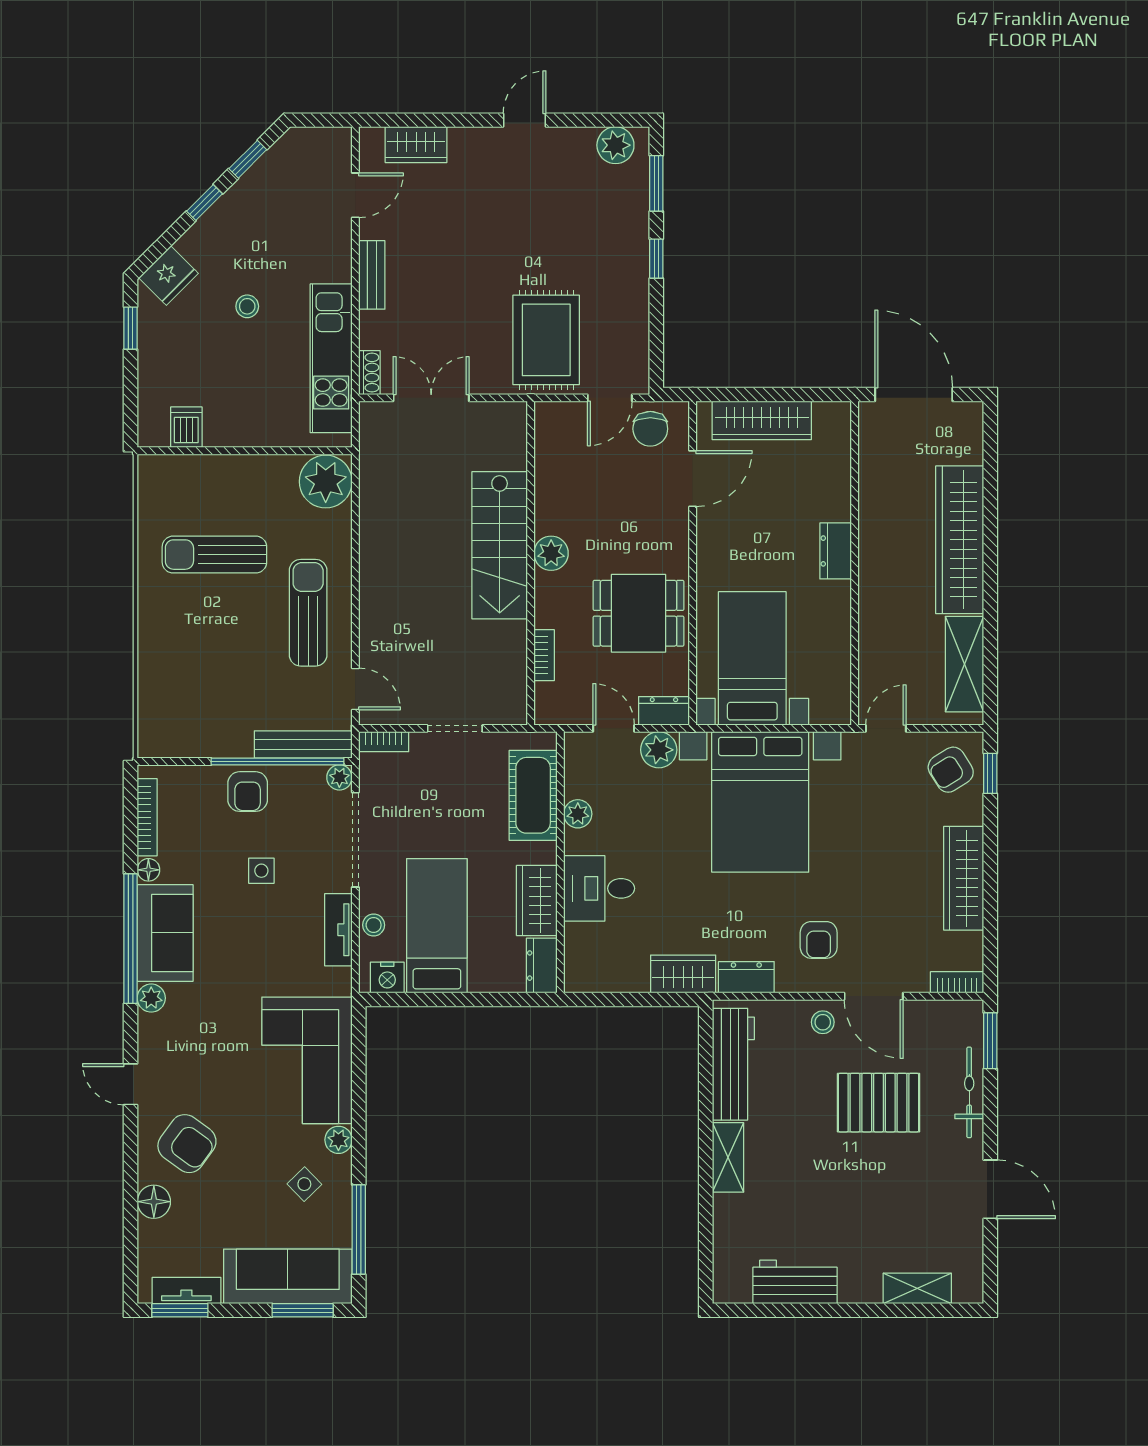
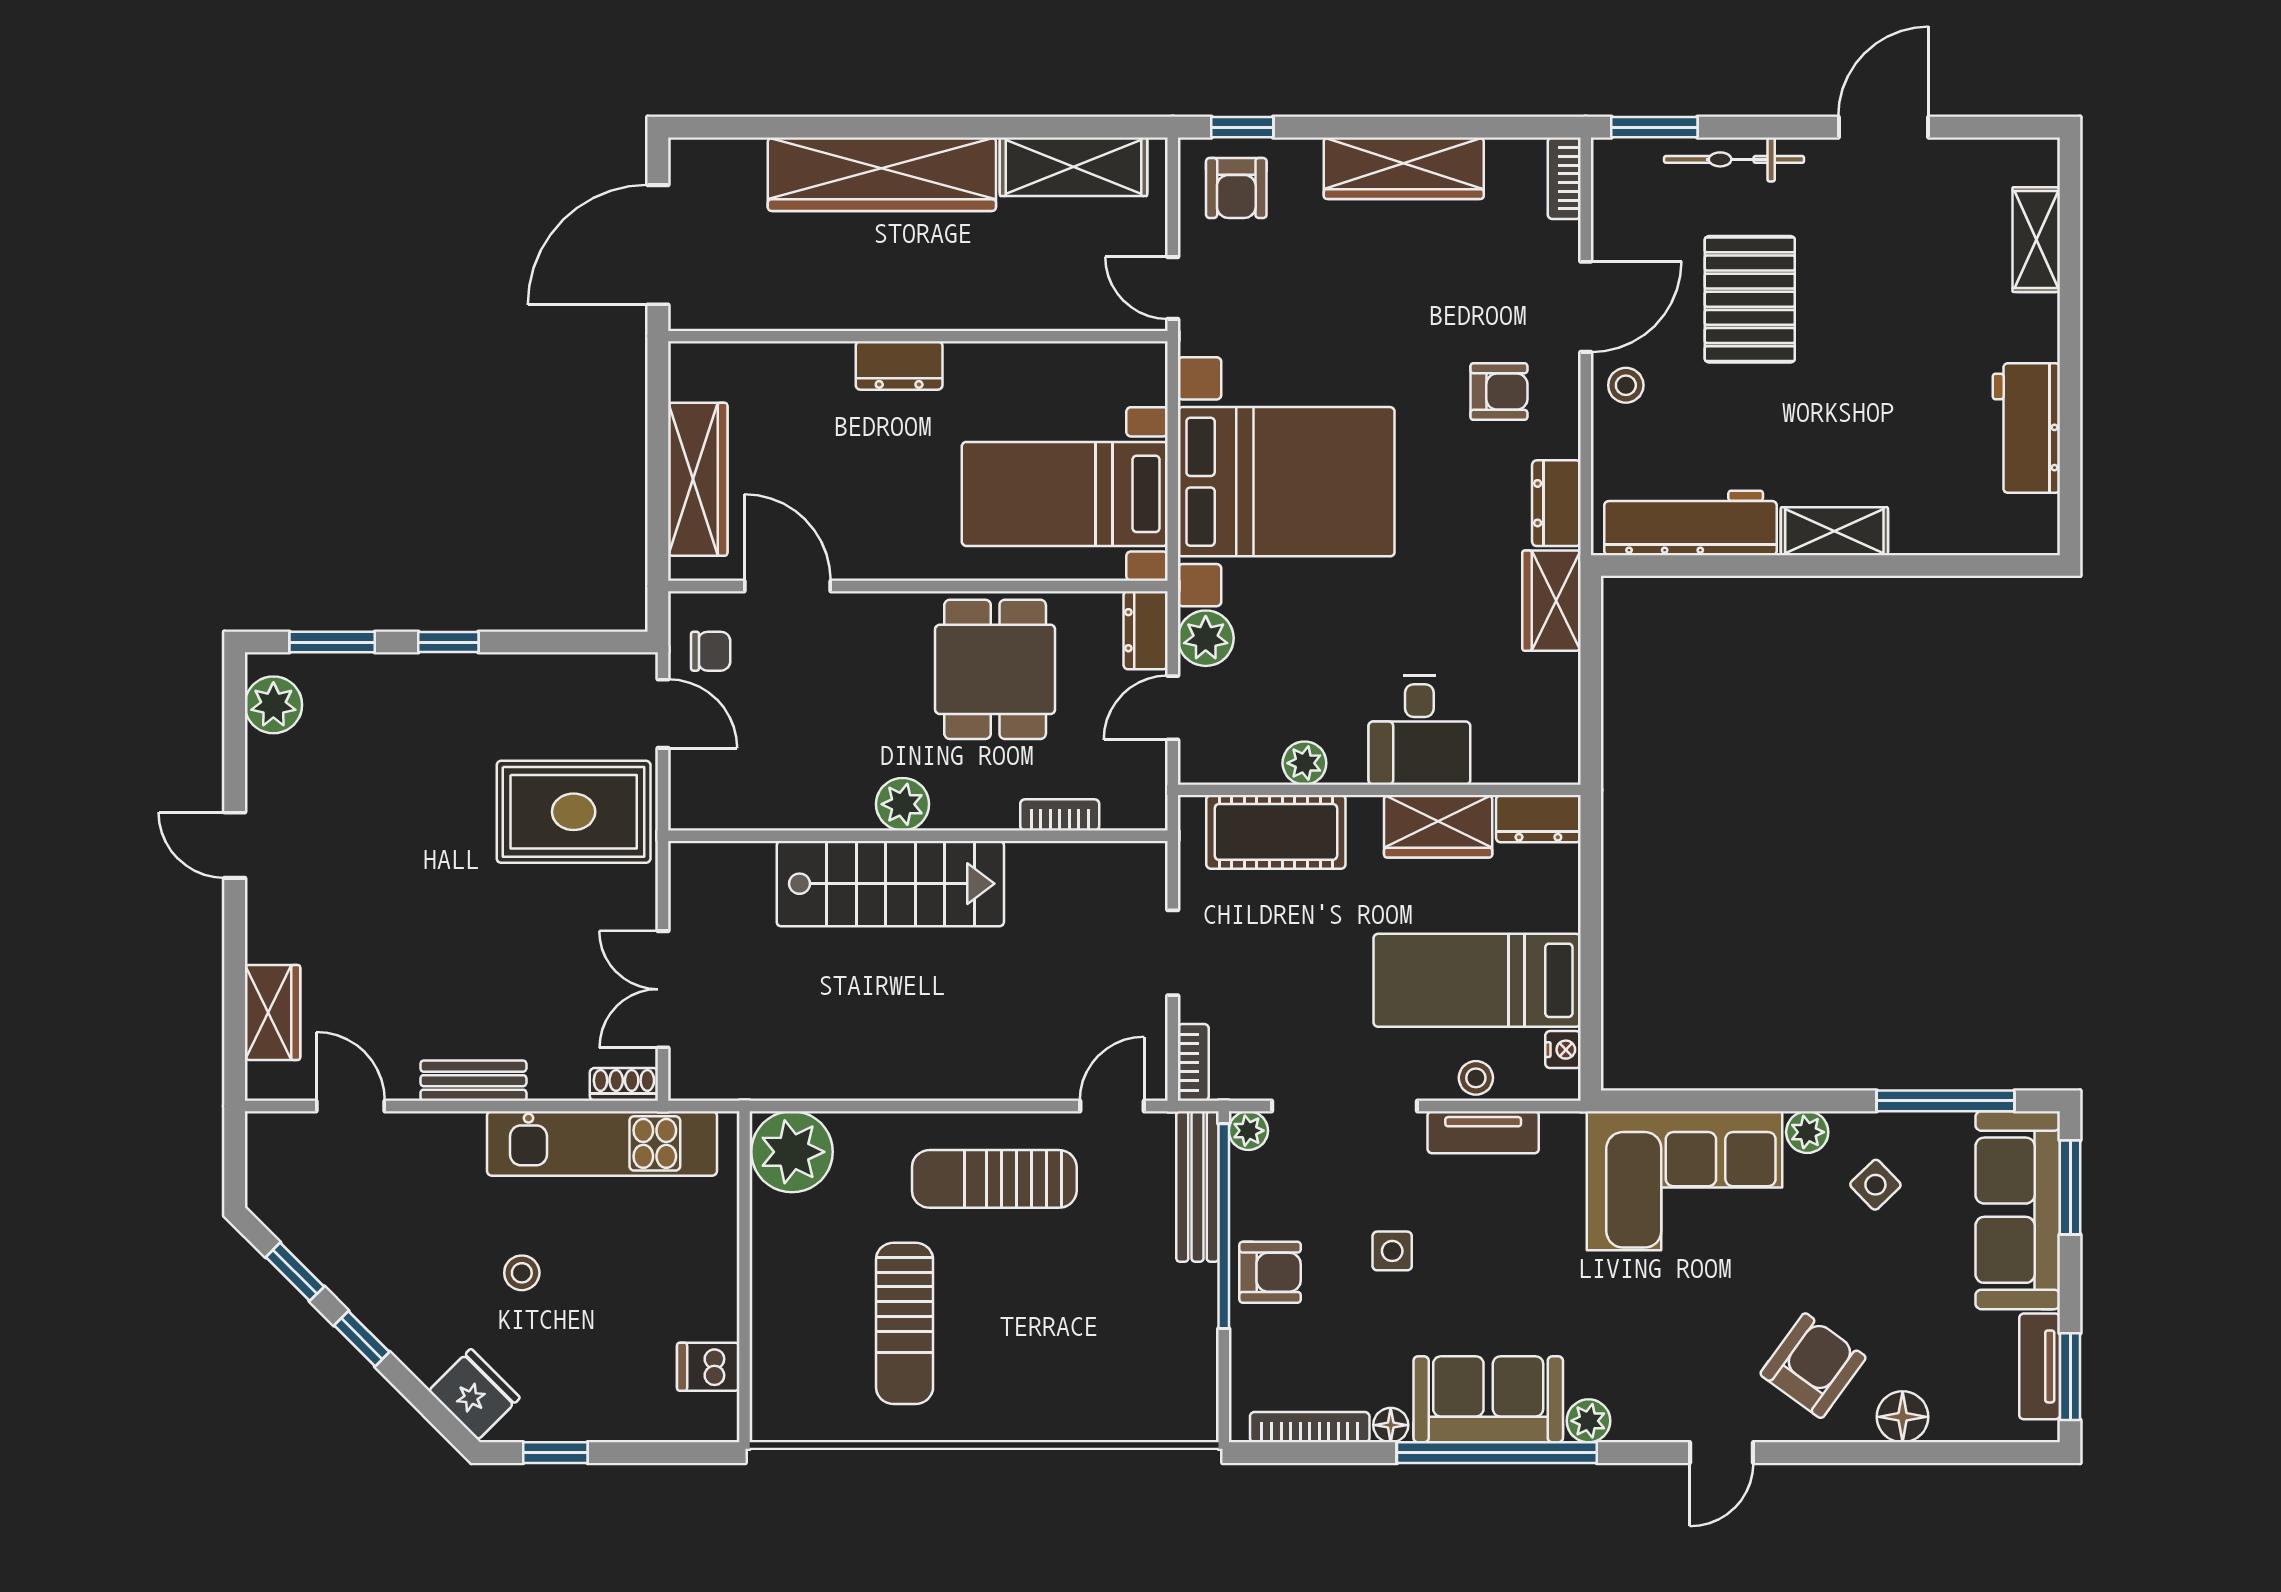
chair: (650, 429) -> (711, 651), width x0.73, depth x0.73
armchair: (951, 770) -> (1236, 188), turned 32
nightstand: (387, 977) -> (1563, 1050), width x0.72, depth x0.74

